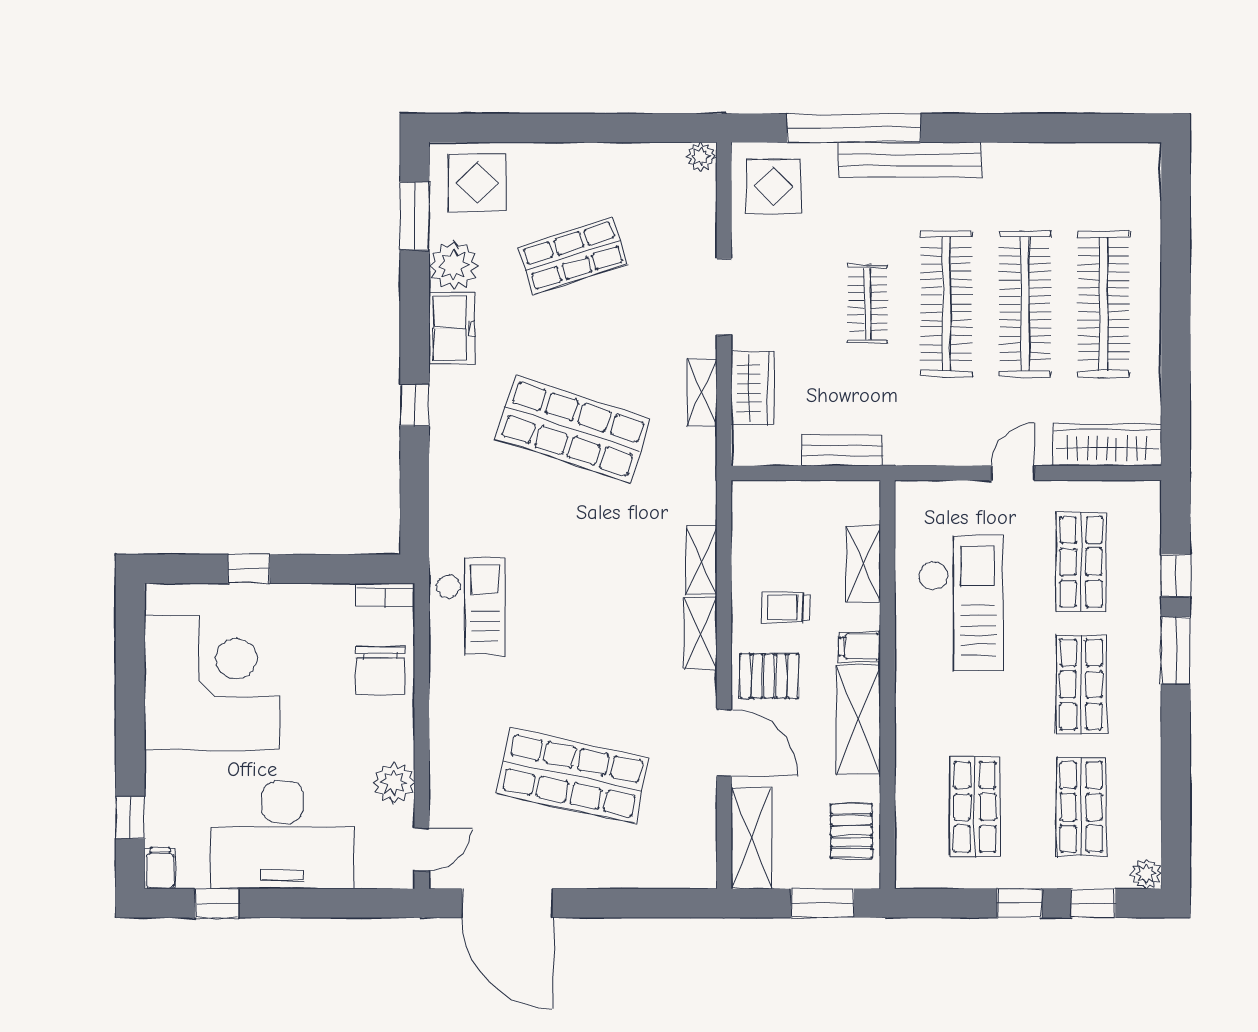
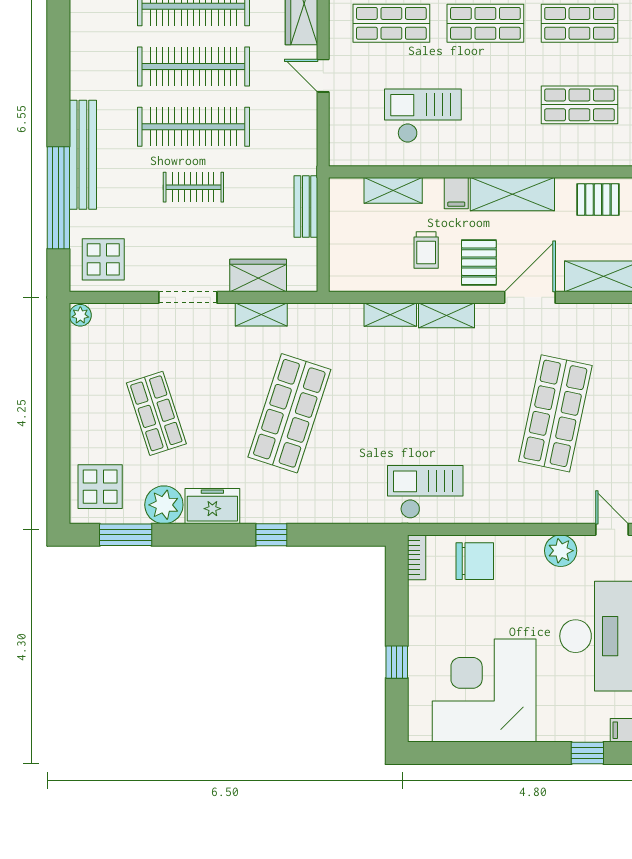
checkout: (961, 603) -> (423, 116), width x0.73, depth x0.83

